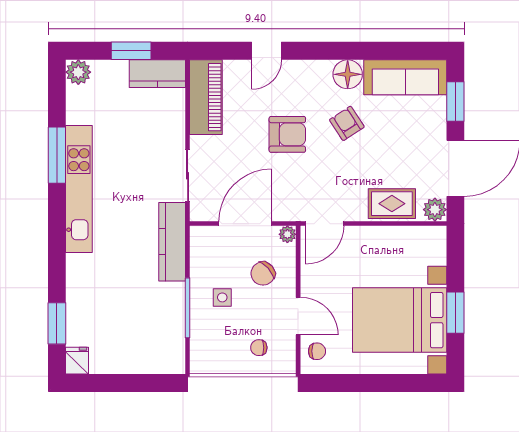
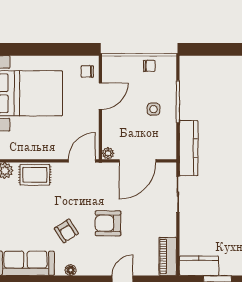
floor lamp: (348, 74) -> (71, 270), width x0.53, depth x0.53
piano: (206, 97) -> (168, 256), width x0.73, depth x0.75
chair: (263, 273) -> (125, 126), removed
door: (298, 316) -> (100, 96), swing flipped
chair: (259, 348) -> (149, 66), moved

